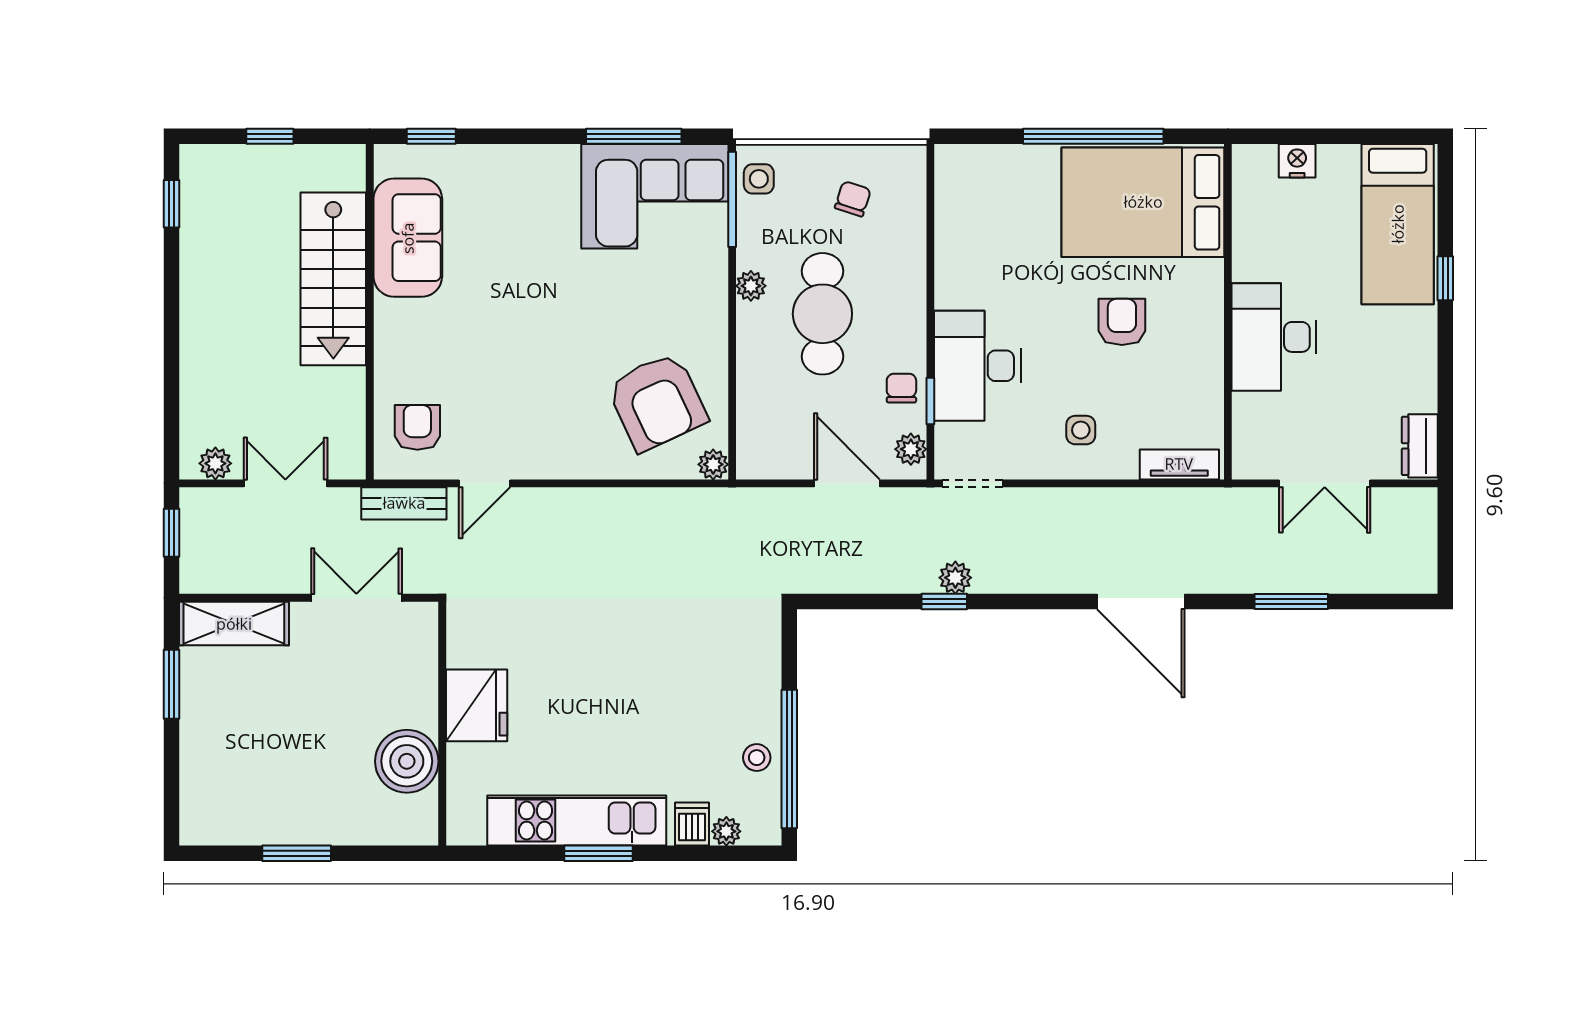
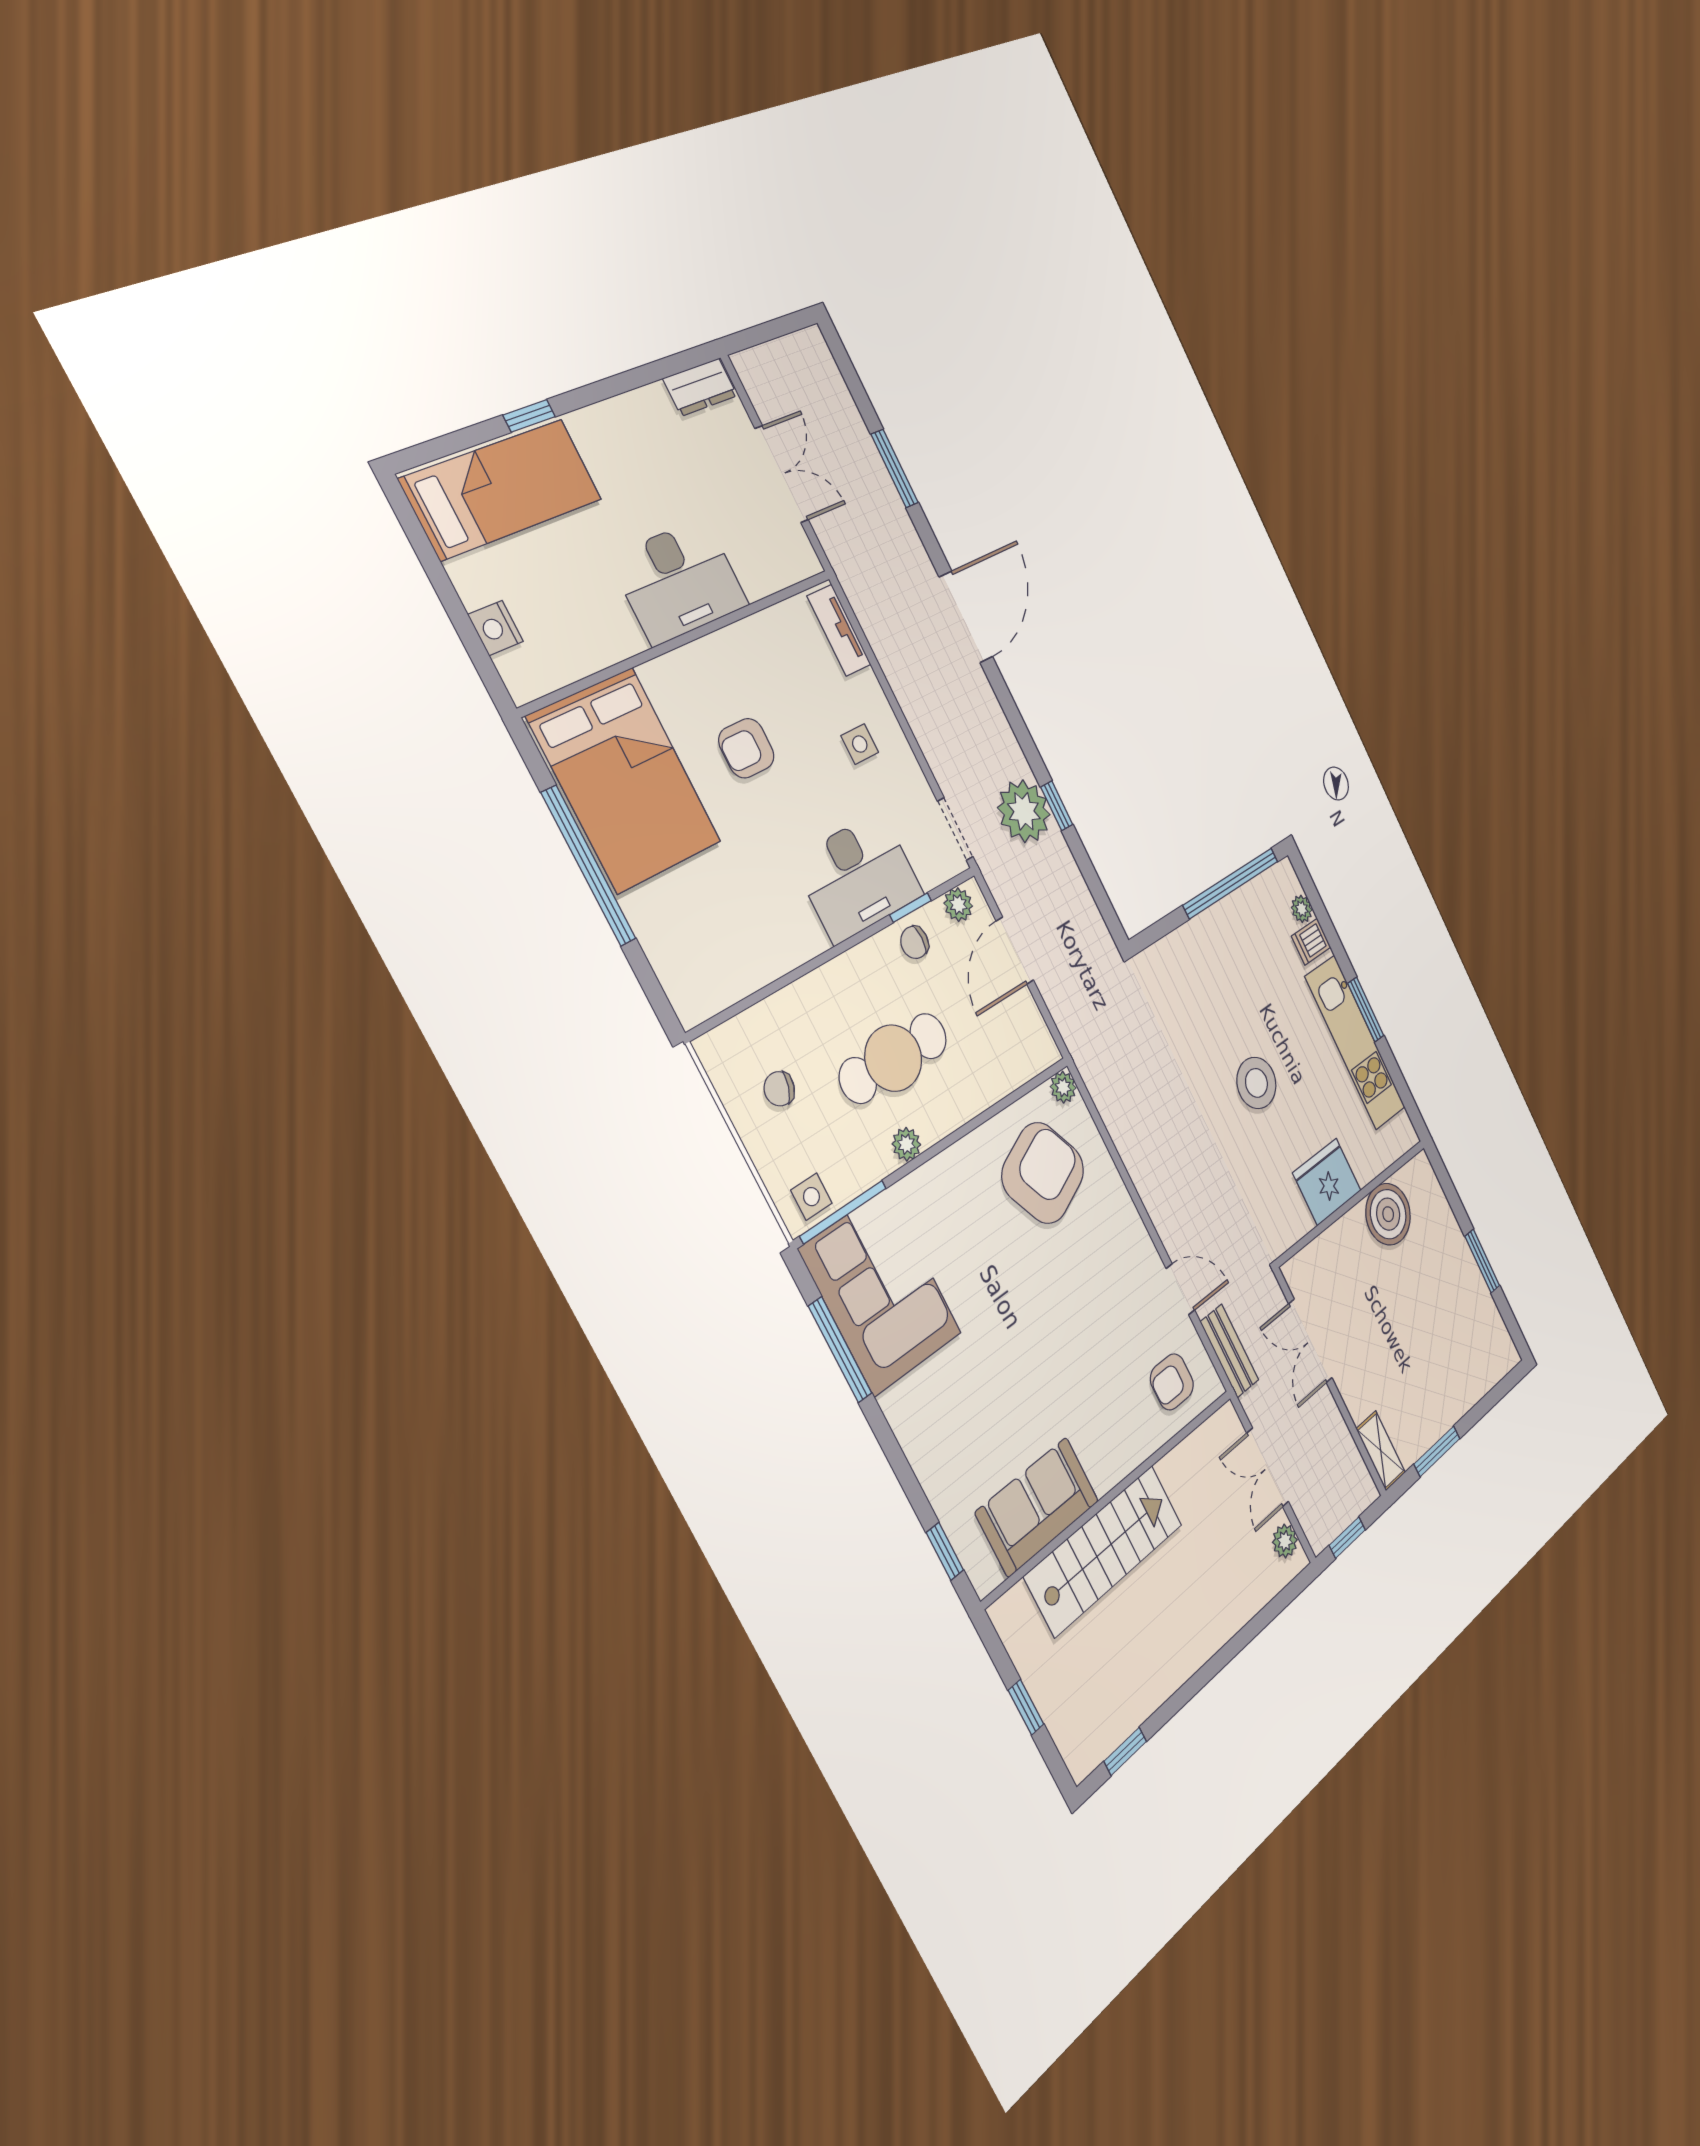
plant: (955, 578) -> (1024, 811), width x1.88, depth x1.88
shelving: (234, 624) -> (1381, 1451), width x0.67, depth x0.75
stool: (757, 758) -> (1256, 1083), moved, width x1.89, depth x1.89

